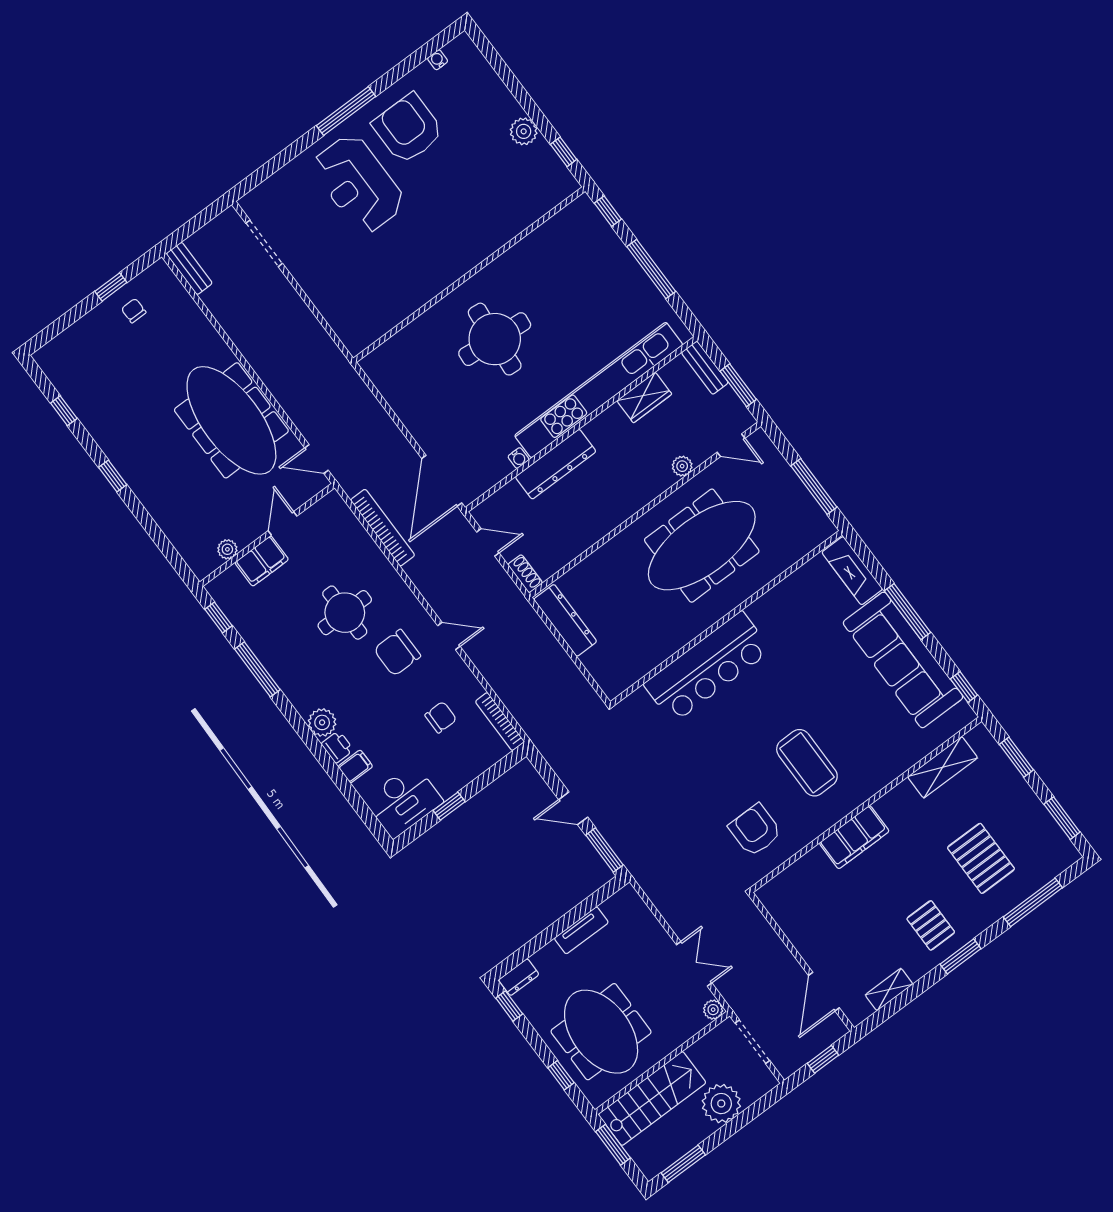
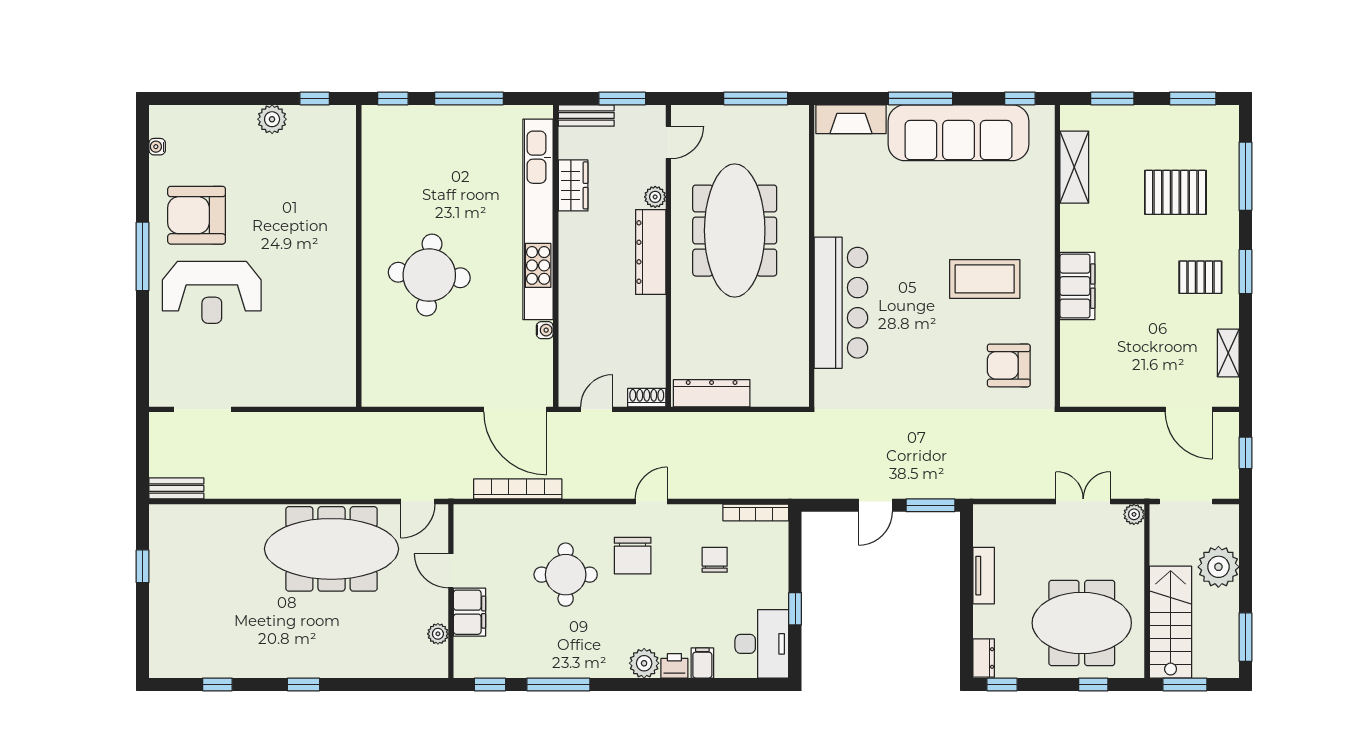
chair: (134, 311) -> (177, 562), removed
dresser: (556, 464) -> (651, 252), moved, turned 180

